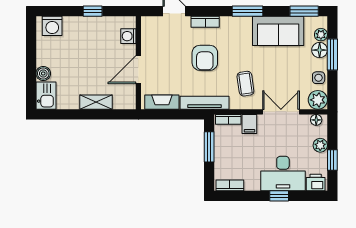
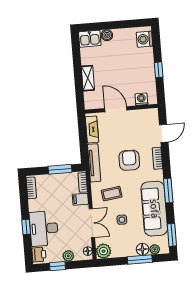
sofa: (278, 31) -> (154, 209), width x1.36
armchair: (205, 58) -> (129, 160), turned 90
side table: (319, 78) -> (122, 220), moved

